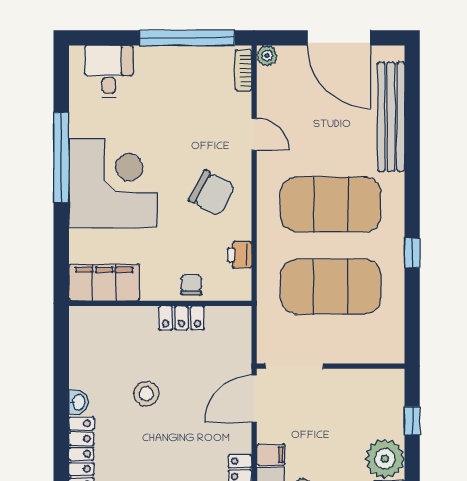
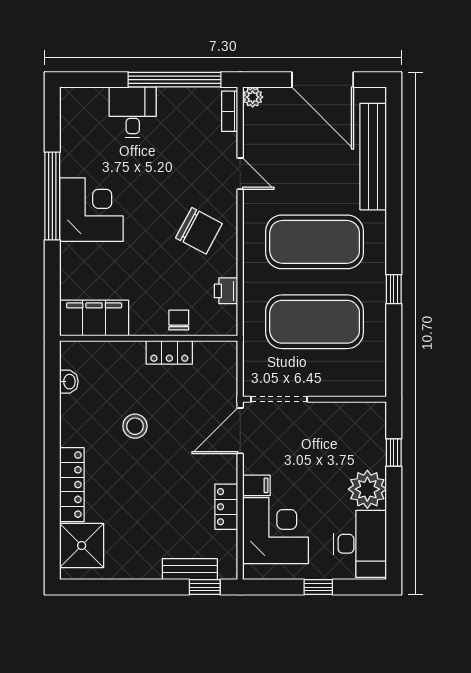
desk: (109, 71) -> (133, 112), moved
corner desk: (113, 183) -> (91, 210), width x0.74, depth x0.74
washbasin: (78, 402) -> (69, 382), moved

